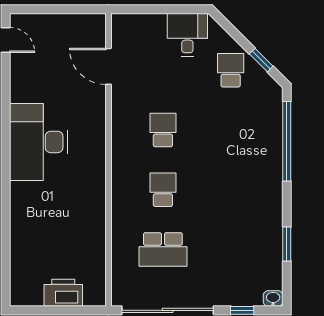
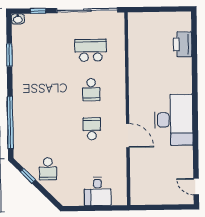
desk: (187, 35) -> (98, 191), moved
door: (108, 66) -> (128, 136), moved
school desk: (163, 130) -> (92, 129), turned 180
printer: (63, 293) -> (183, 44), moved, turned 90

